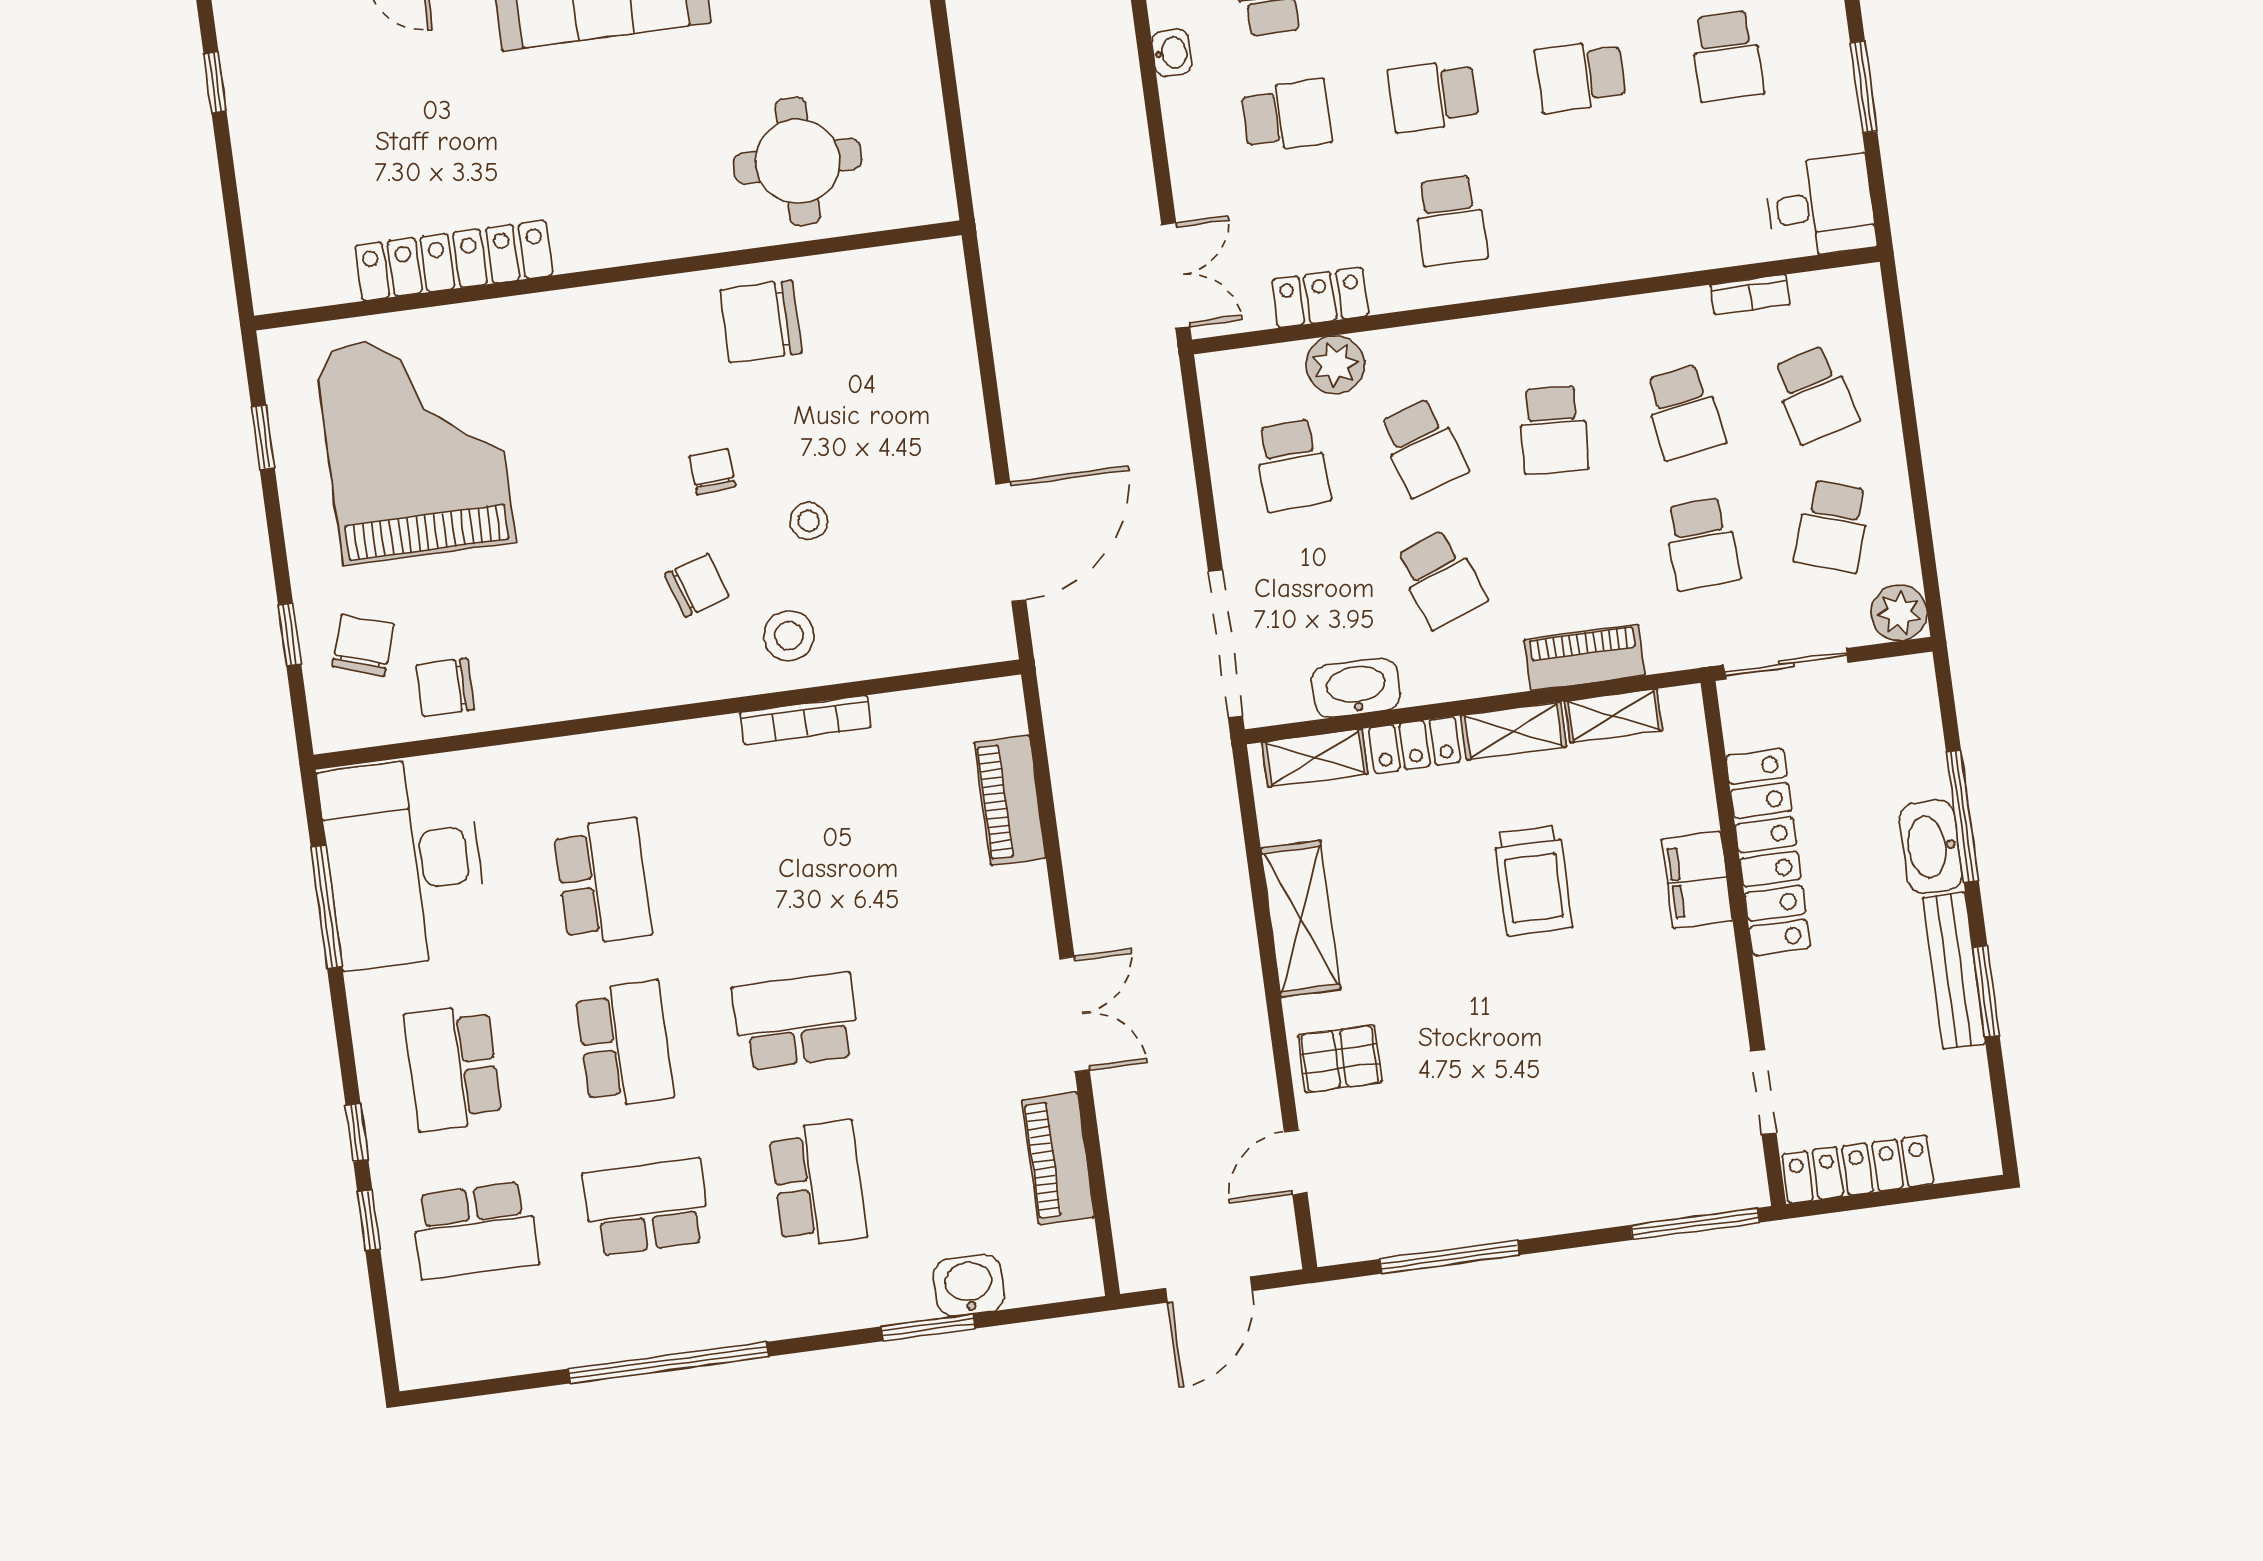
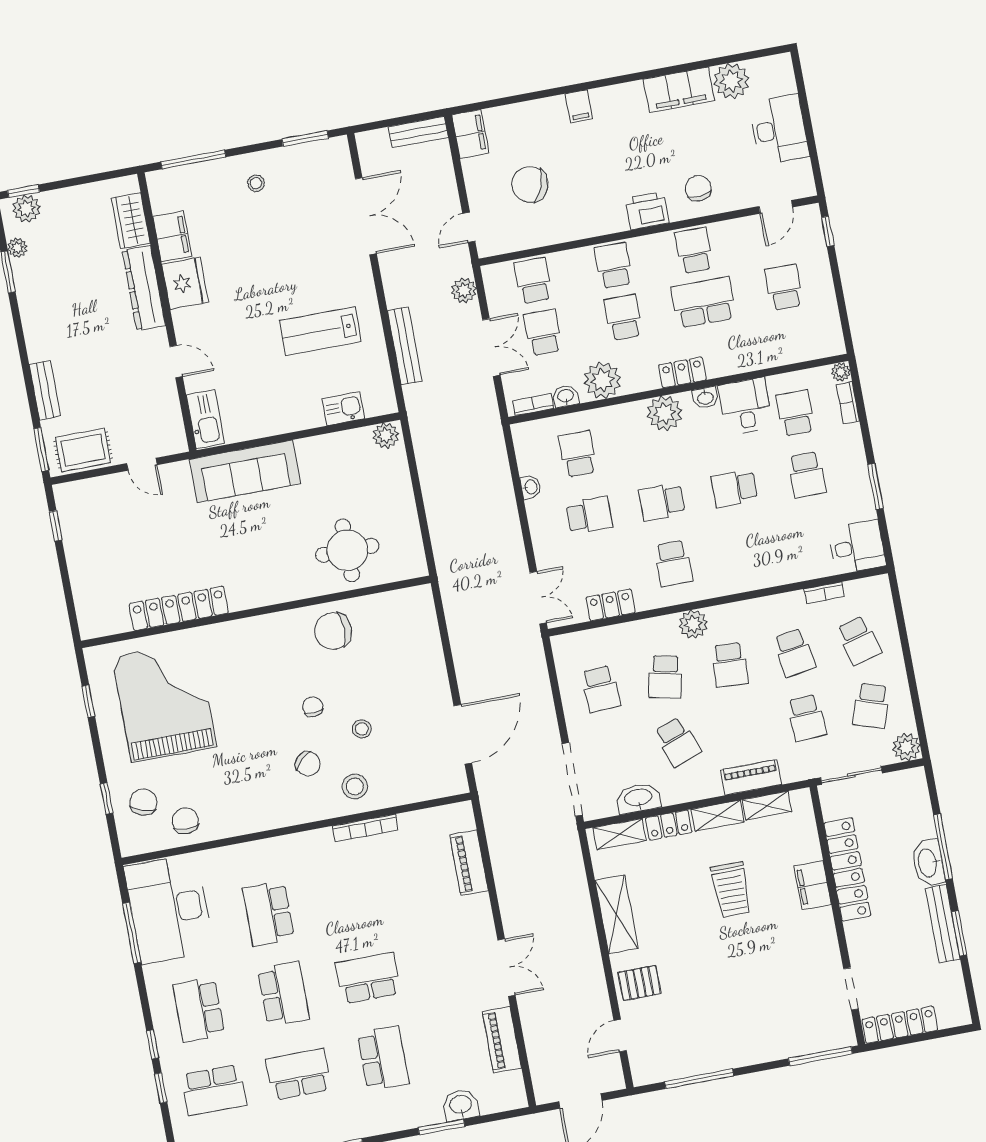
plant: (1335, 365) -> (693, 624), moved
school desk: (1423, 447) -> (665, 677), turned 30
chair: (697, 585) -> (308, 764), turned 65
chair: (445, 687) -> (185, 821), turned 90
school desk: (603, 882) -> (268, 914), turned 180

